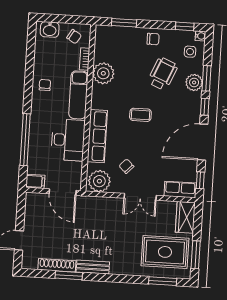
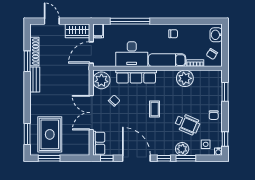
double door: (140, 197) -> (91, 113), width x1.37
wardrobe: (185, 217) -> (77, 31), moved, turned 180

